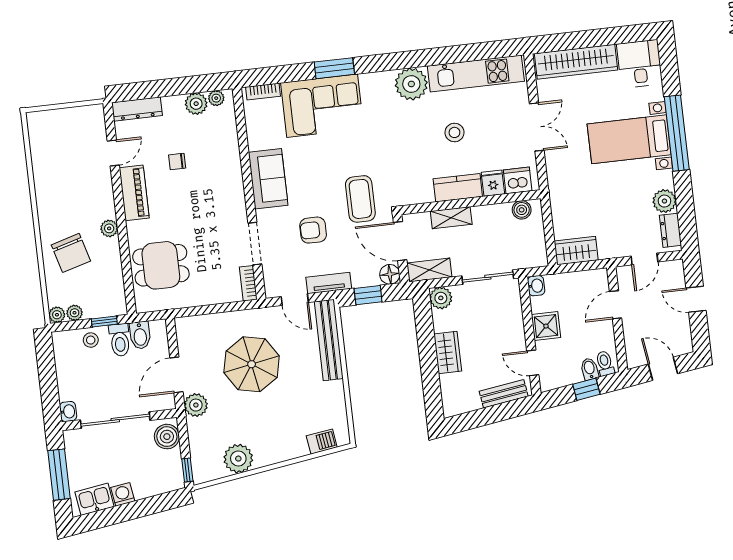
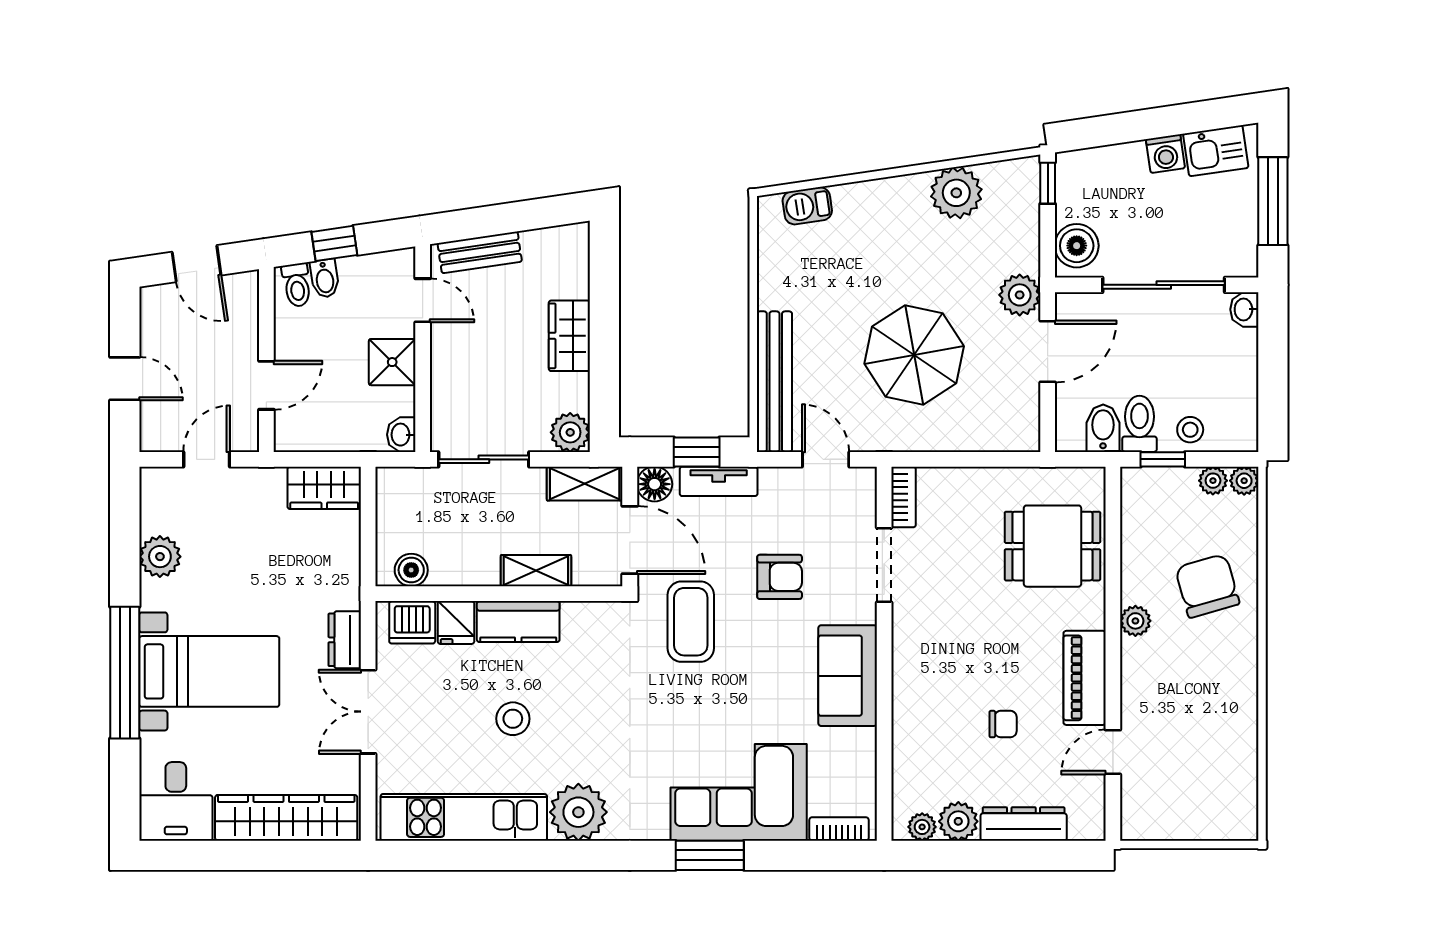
dresser: (137, 109) -> (1024, 824), moved
dresser: (670, 230) -> (345, 640), moved, turned 180
tv unit: (329, 283) -> (719, 481), moved

